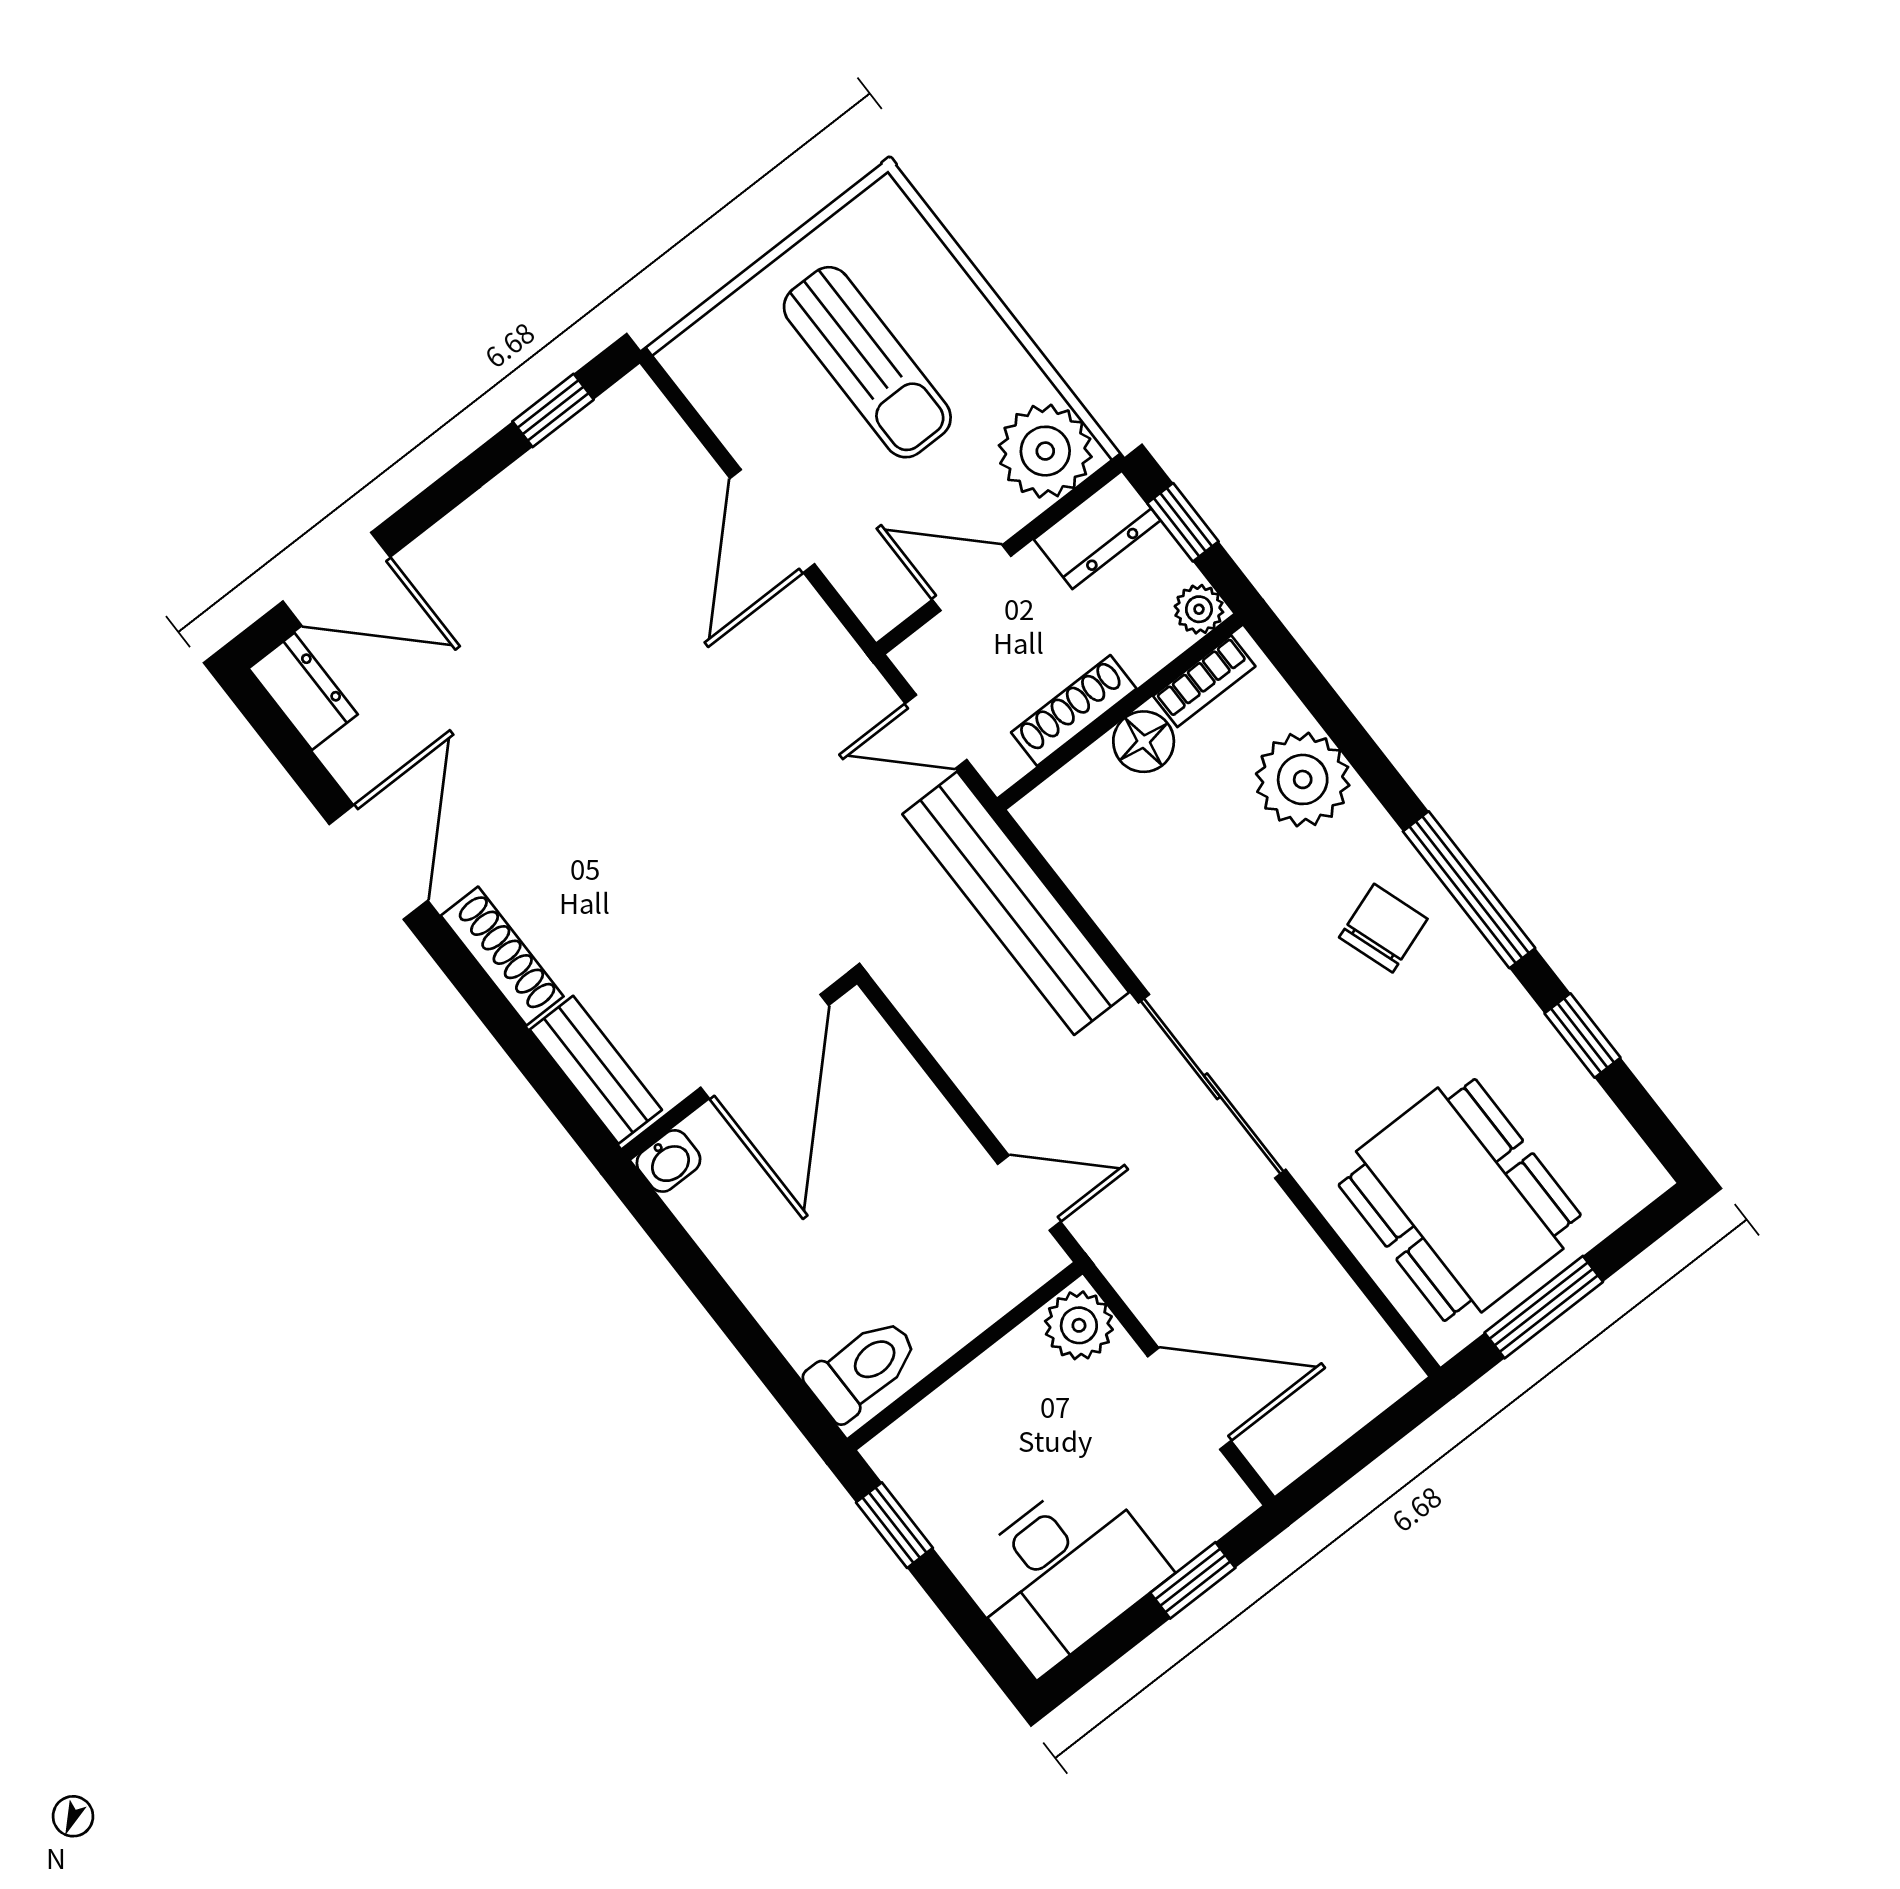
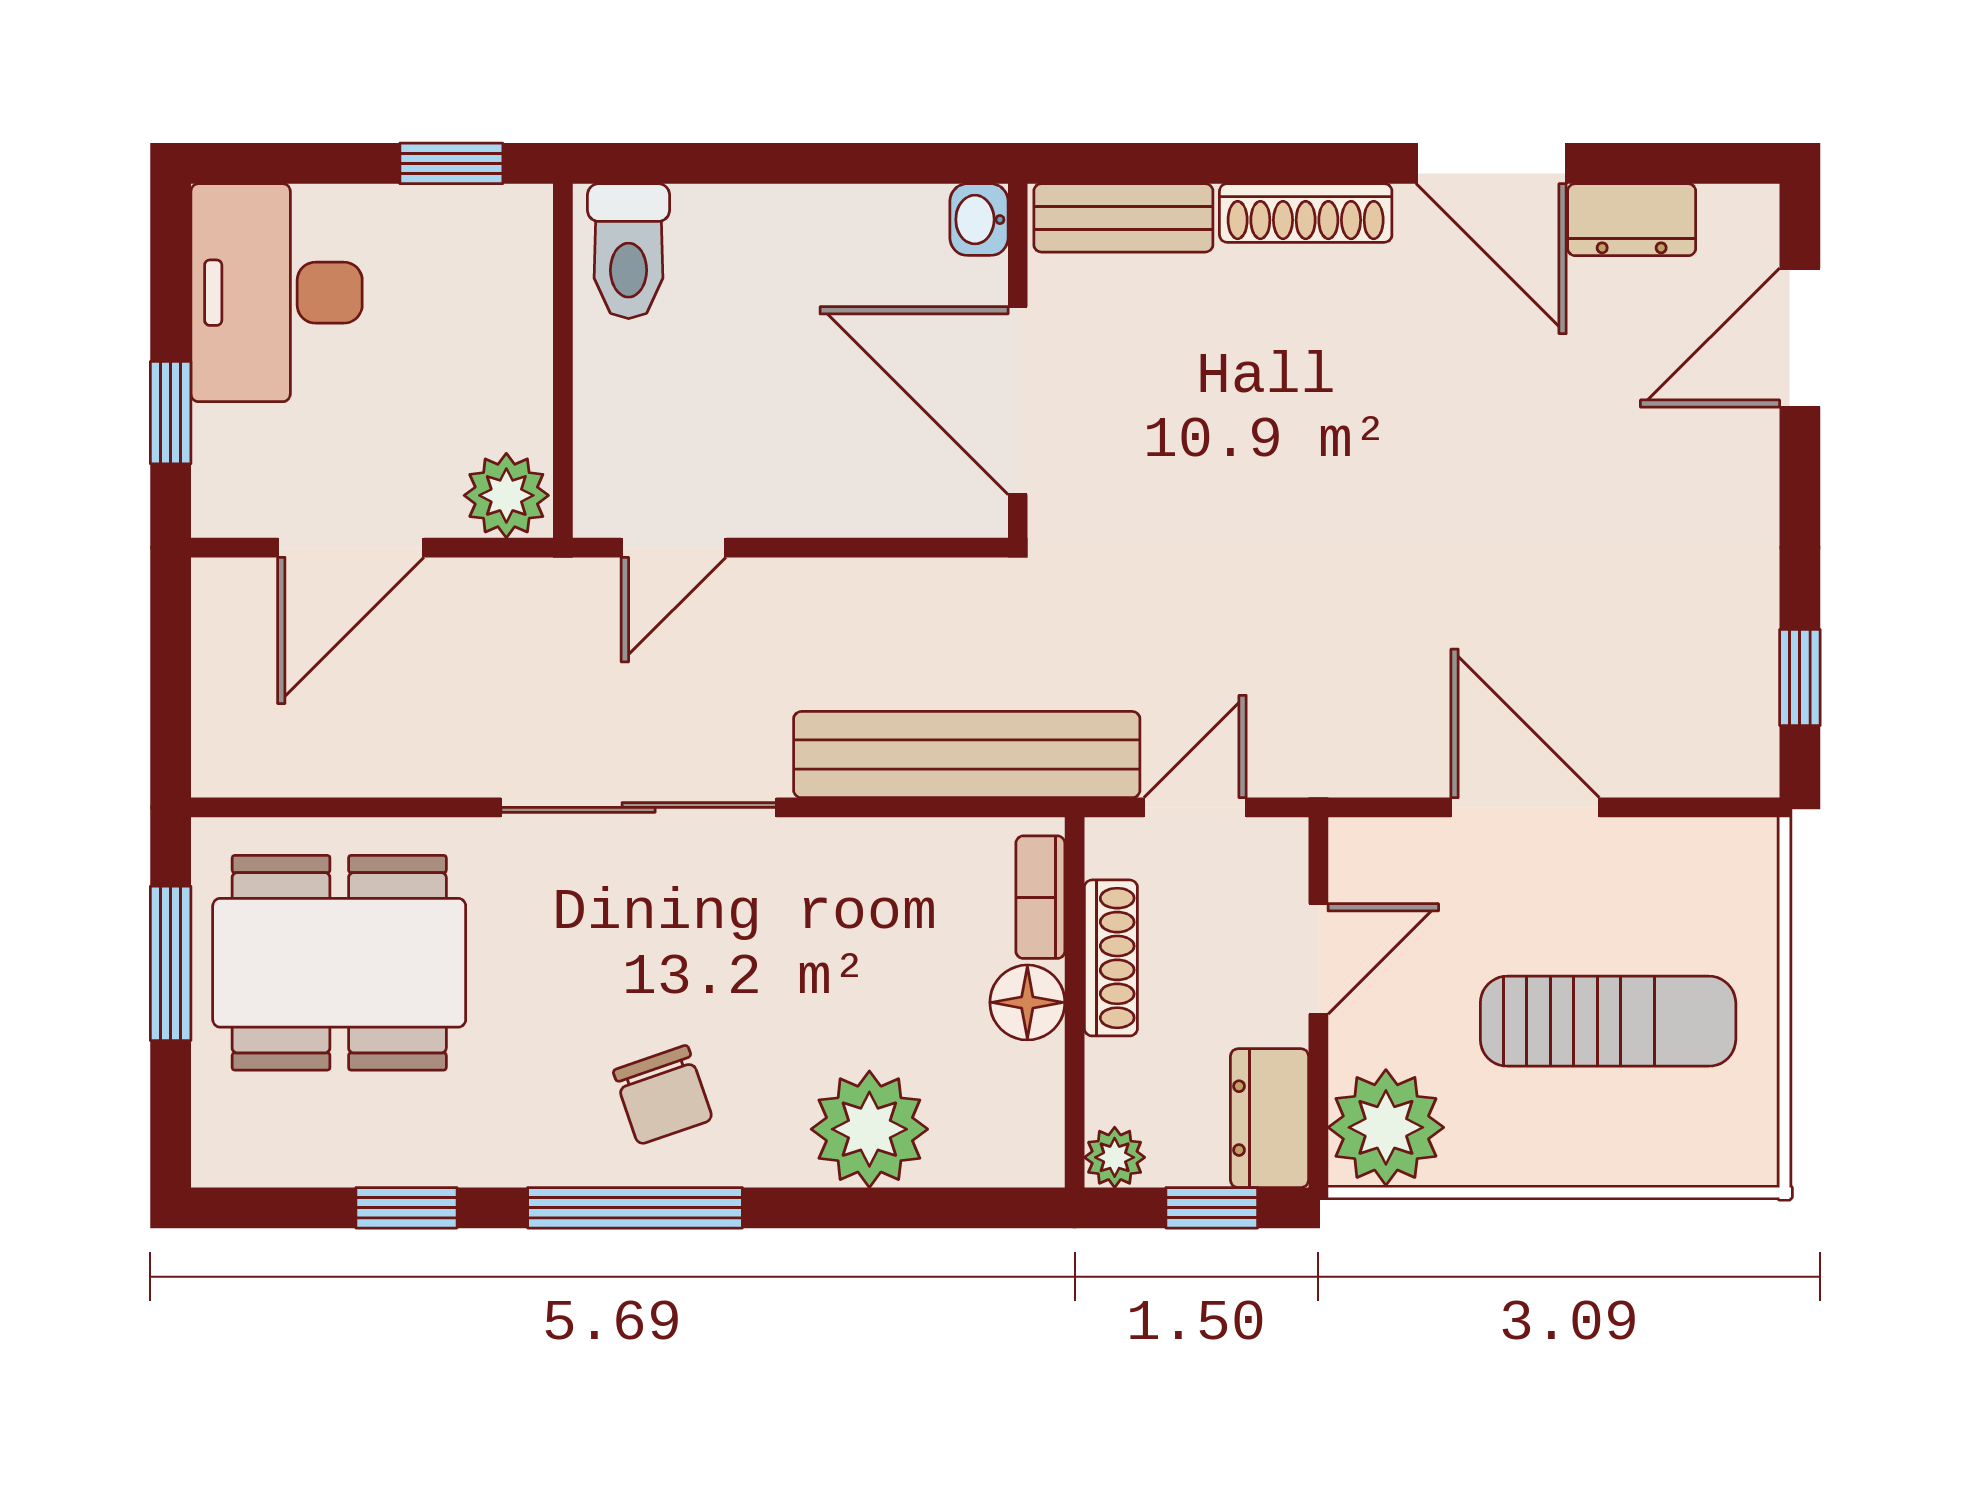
sun lounger: (867, 362) -> (1608, 1021), turned 180
bookcase: (1204, 681) -> (1040, 897), moved
dresser: (303, 691) -> (1632, 220), moved

